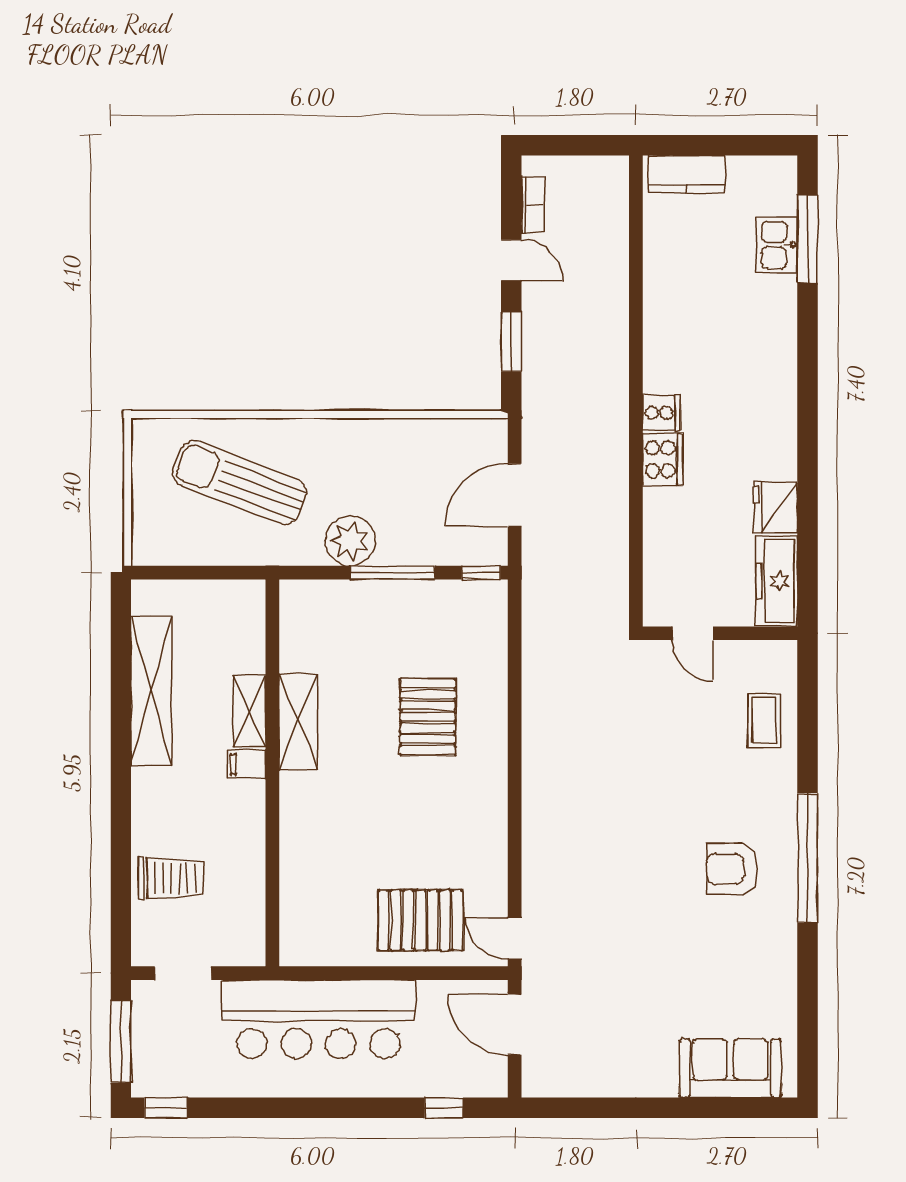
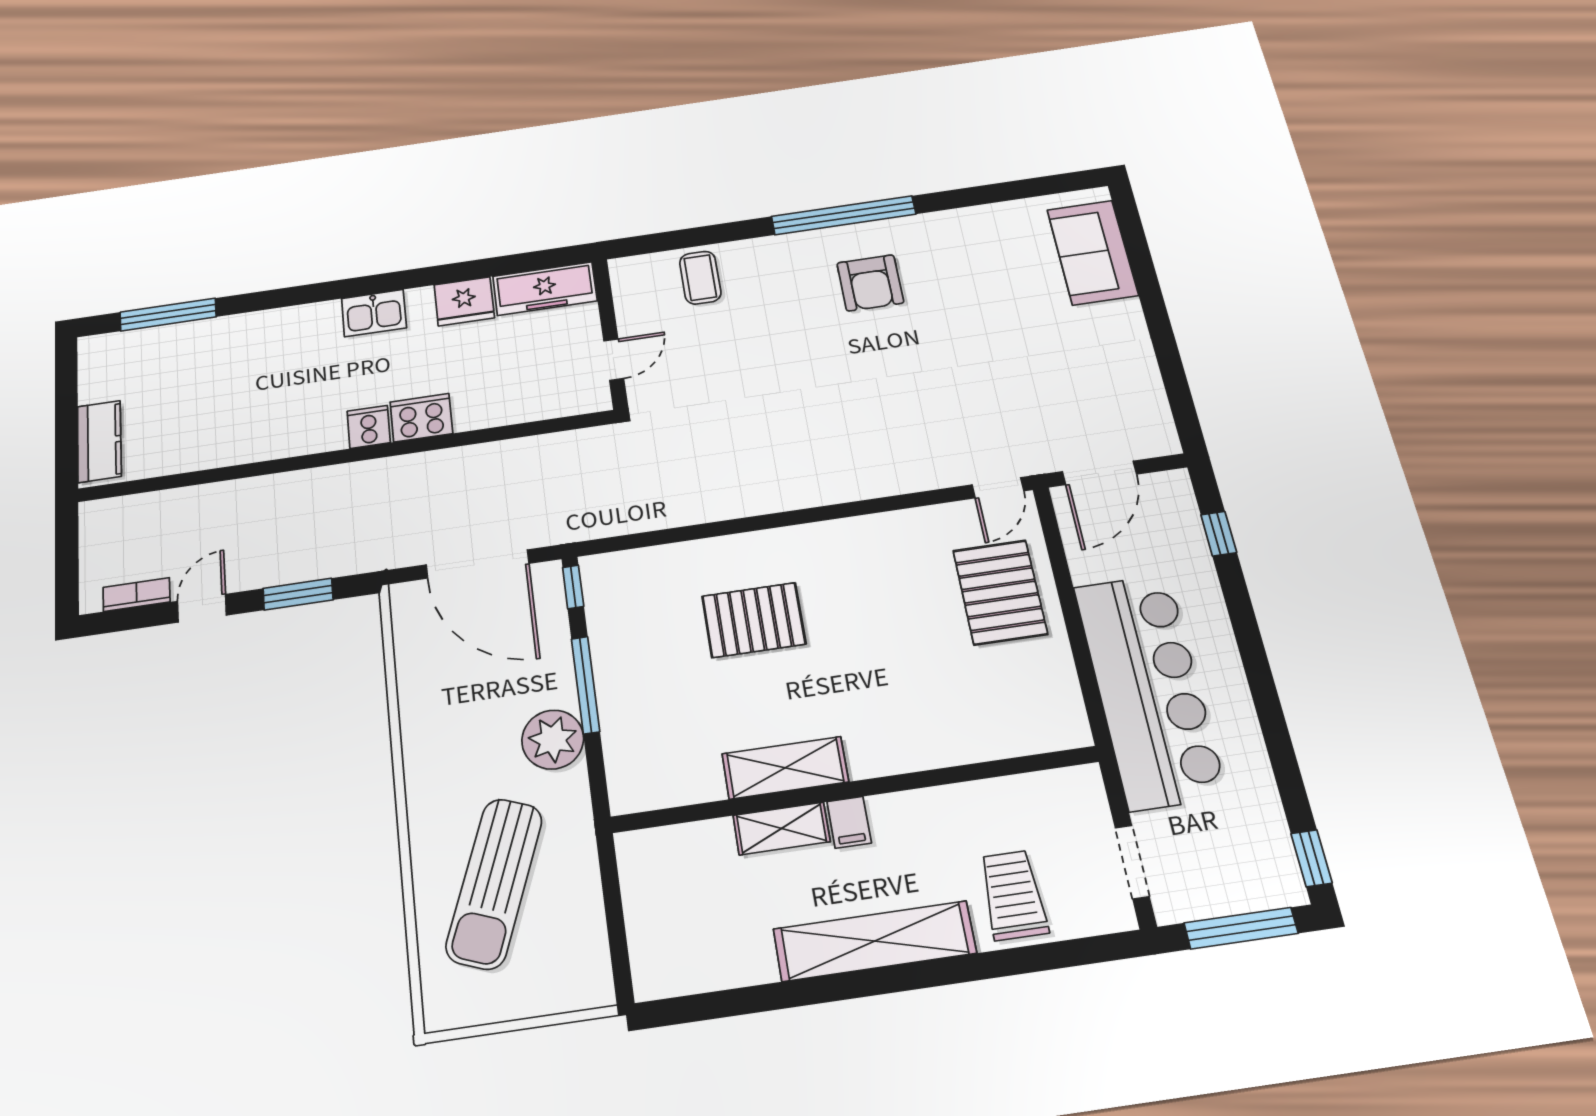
kitchen sink: (777, 245) -> (374, 313), moved
door: (515, 495) -> (478, 564), width x1.36
shelving: (151, 691) -> (875, 941), moved
coffee table: (764, 721) -> (700, 278), turned 90

